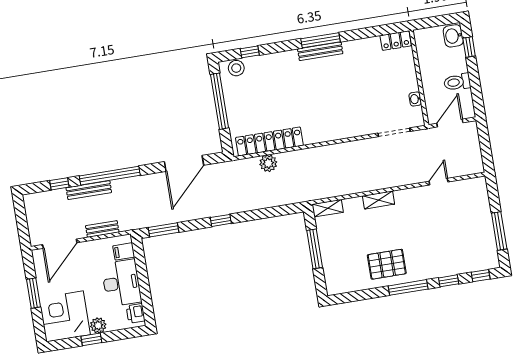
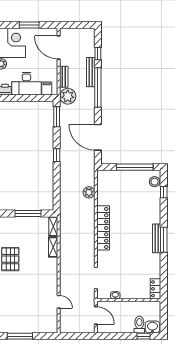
toilet: (457, 82) -> (139, 325), moved
locker: (269, 141) -> (103, 228), moved
shelving: (378, 200) -> (53, 247), moved
plant: (130, 218) -> (68, 96), added

